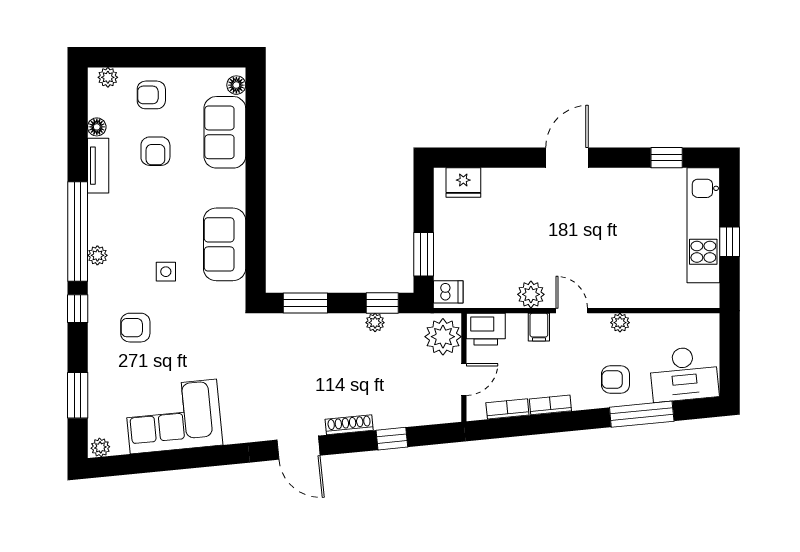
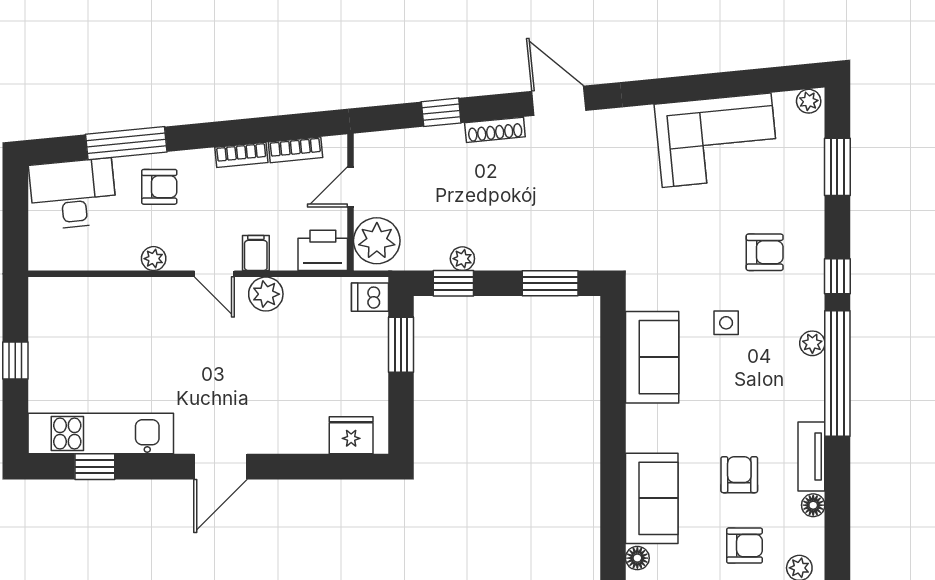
kitchen unit: (703, 225) -> (101, 434), moved, turned -90

